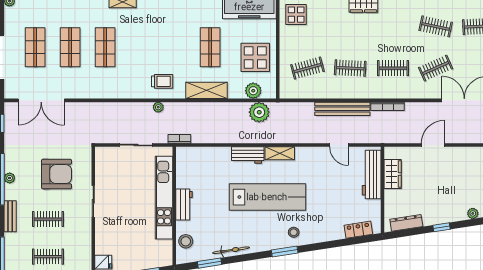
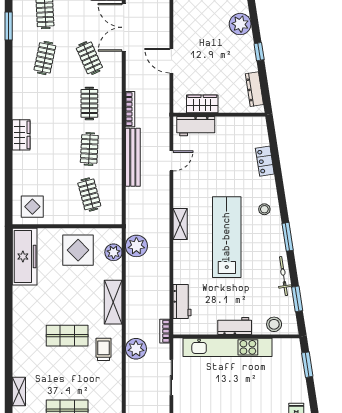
shop shelf: (210, 47) -> (67, 336), moved
plant: (158, 107) -> (136, 349), width x1.87, depth x1.87
workbench: (248, 155) -> (182, 302), moved
workbench: (372, 175) -> (196, 126), width x0.73
plant: (473, 213) -> (240, 24), width x1.88, depth x1.88
locker: (358, 230) -> (265, 161), moved
window: (285, 251) -> (288, 237), moved

